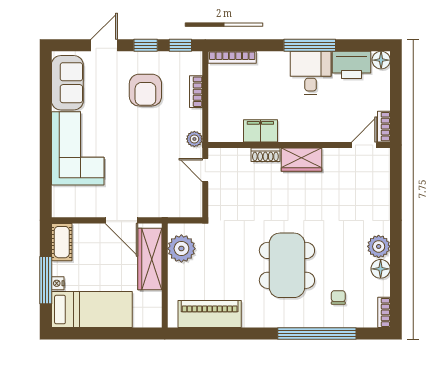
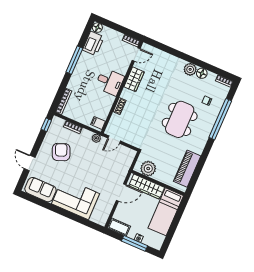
window: (146, 45) -> (39, 142), removed
desk: (311, 73) -> (110, 82), moved, turned 180
armchair: (145, 90) -> (61, 152), turned -112
filing cabinet: (260, 131) -> (98, 123), moved, width x0.50
door: (364, 145) -> (136, 55), swing flipped
wardrobe: (302, 160) -> (134, 79), moved
dining table: (287, 265) -> (180, 119), turned 90
bed: (92, 310) -> (166, 212), moved, turned 180

